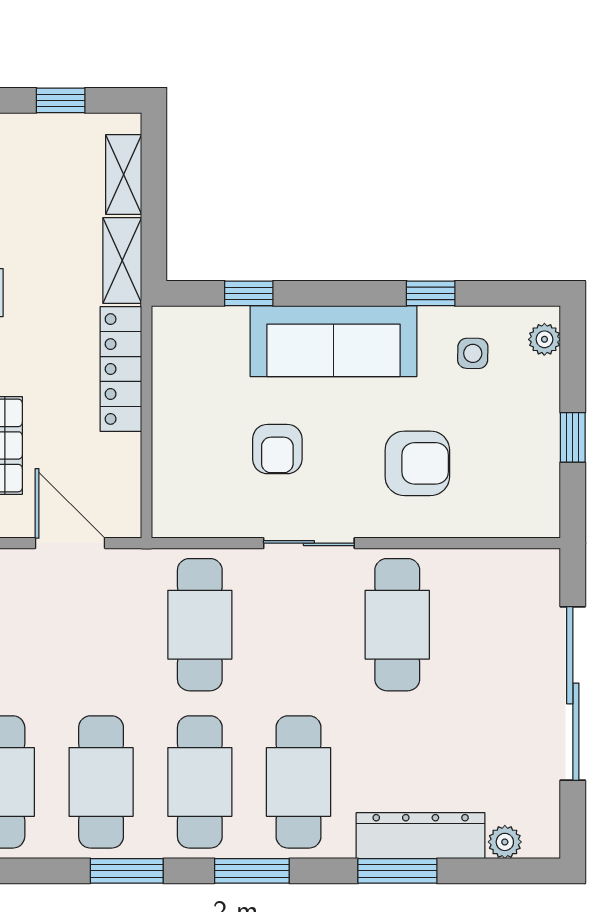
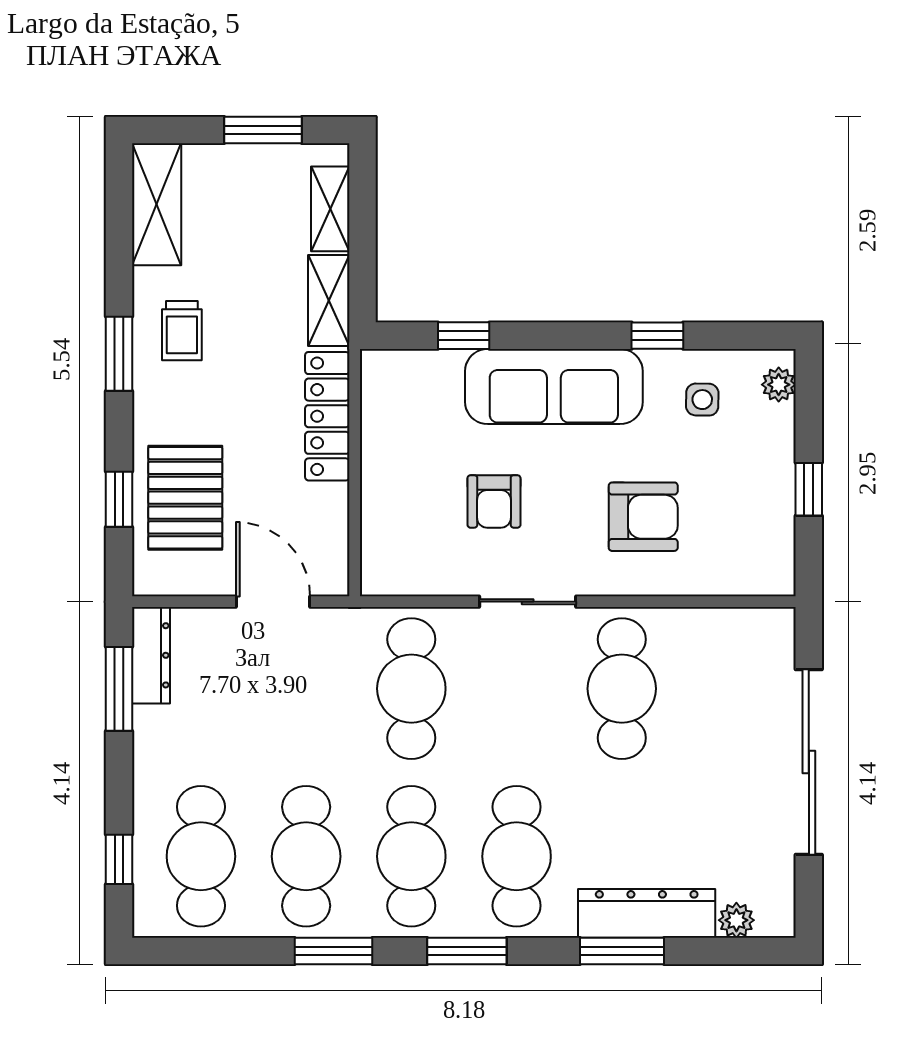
window: (61, 100) -> (263, 130), width x1.50

